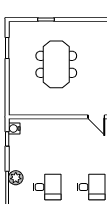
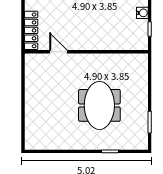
water cooler: (14, 128) -> (142, 13), moved

